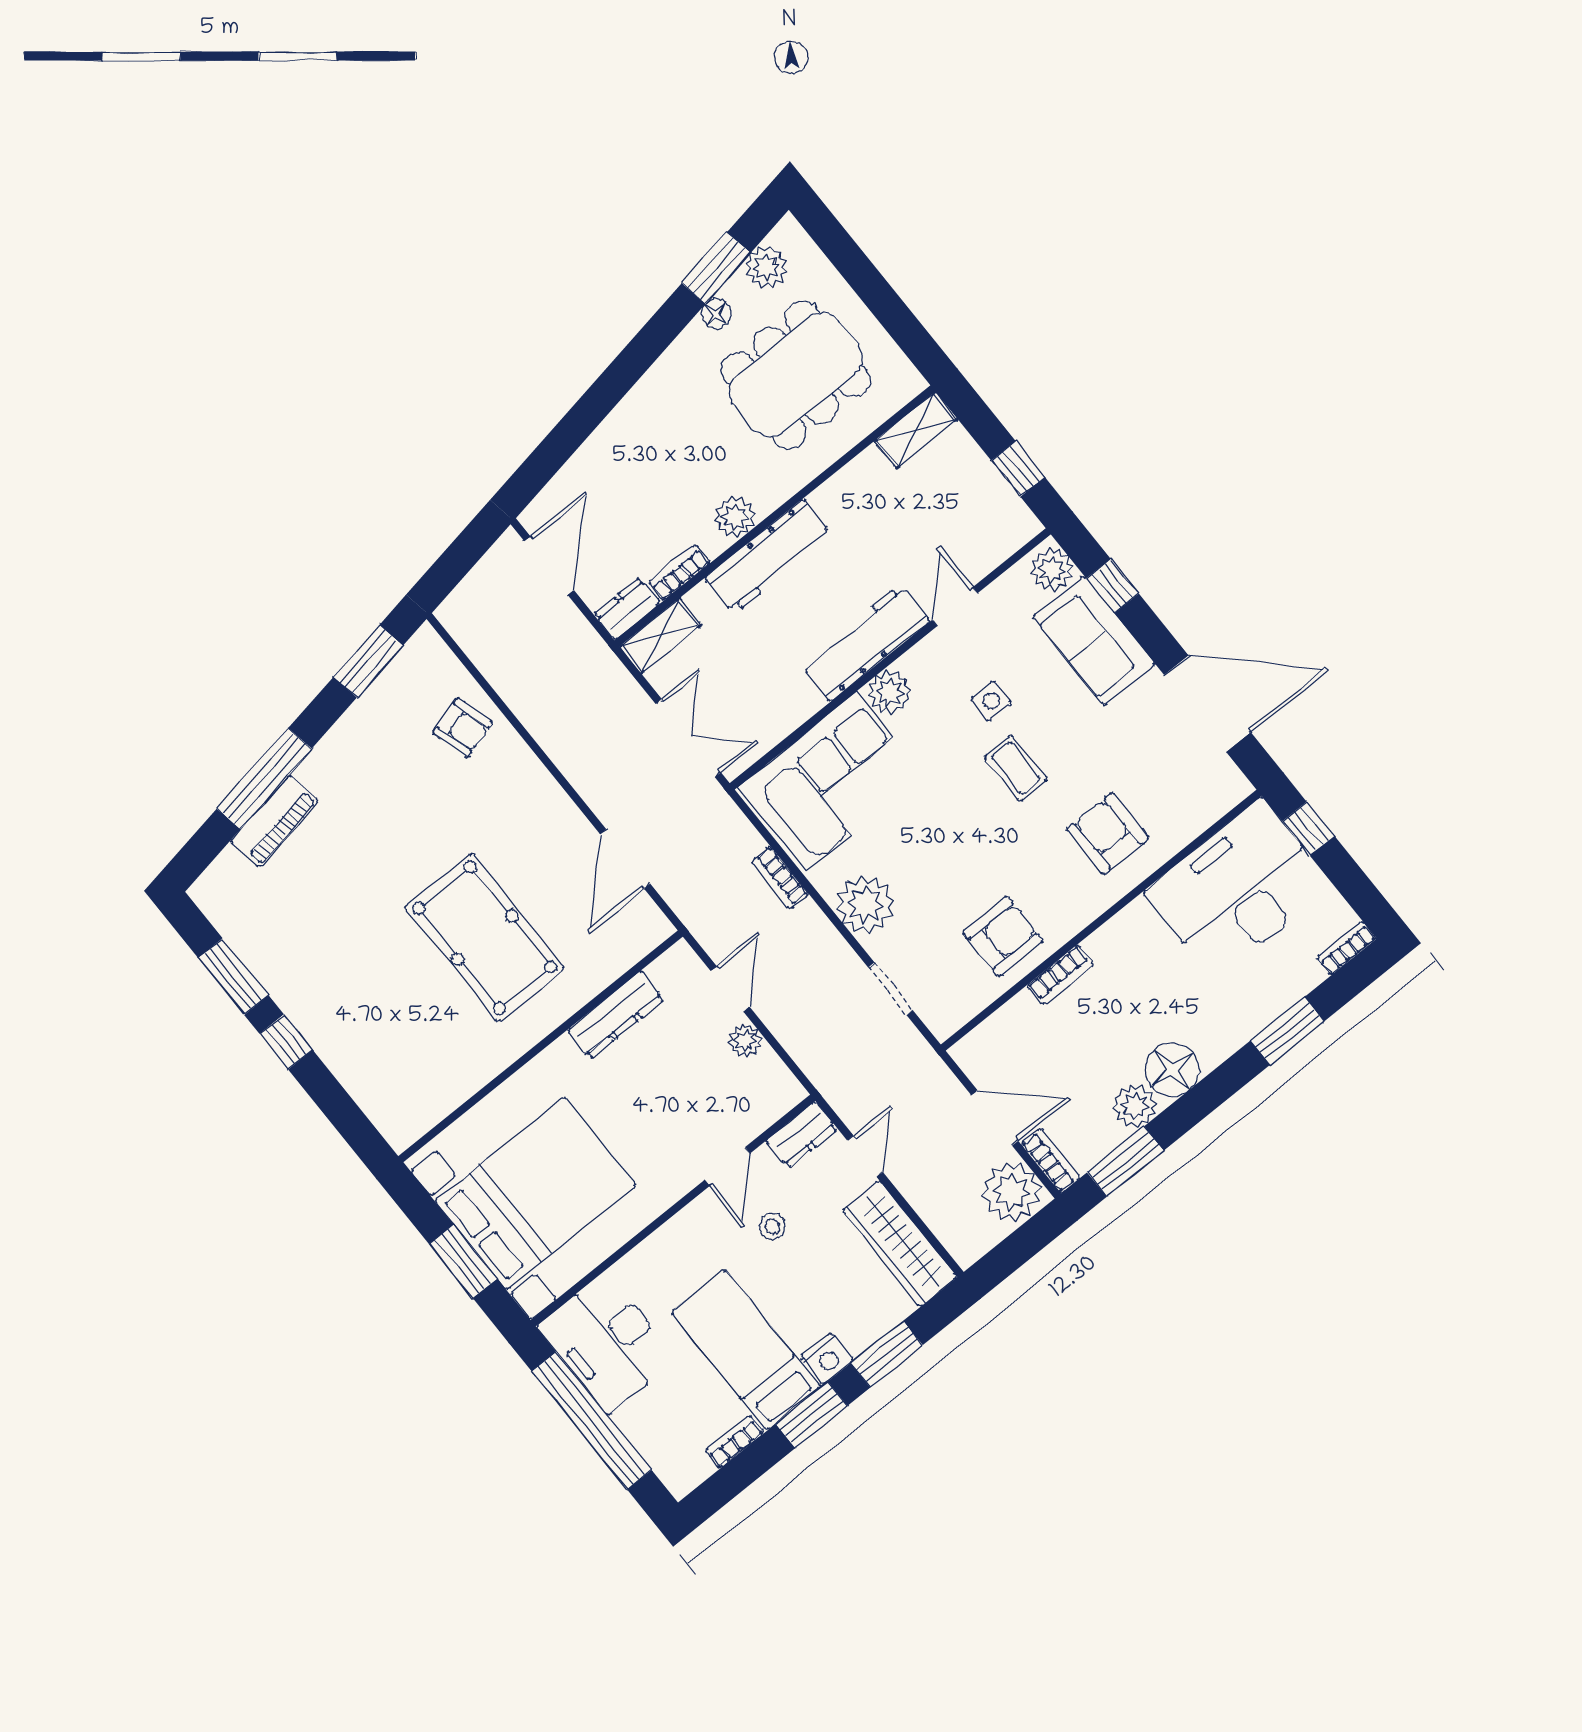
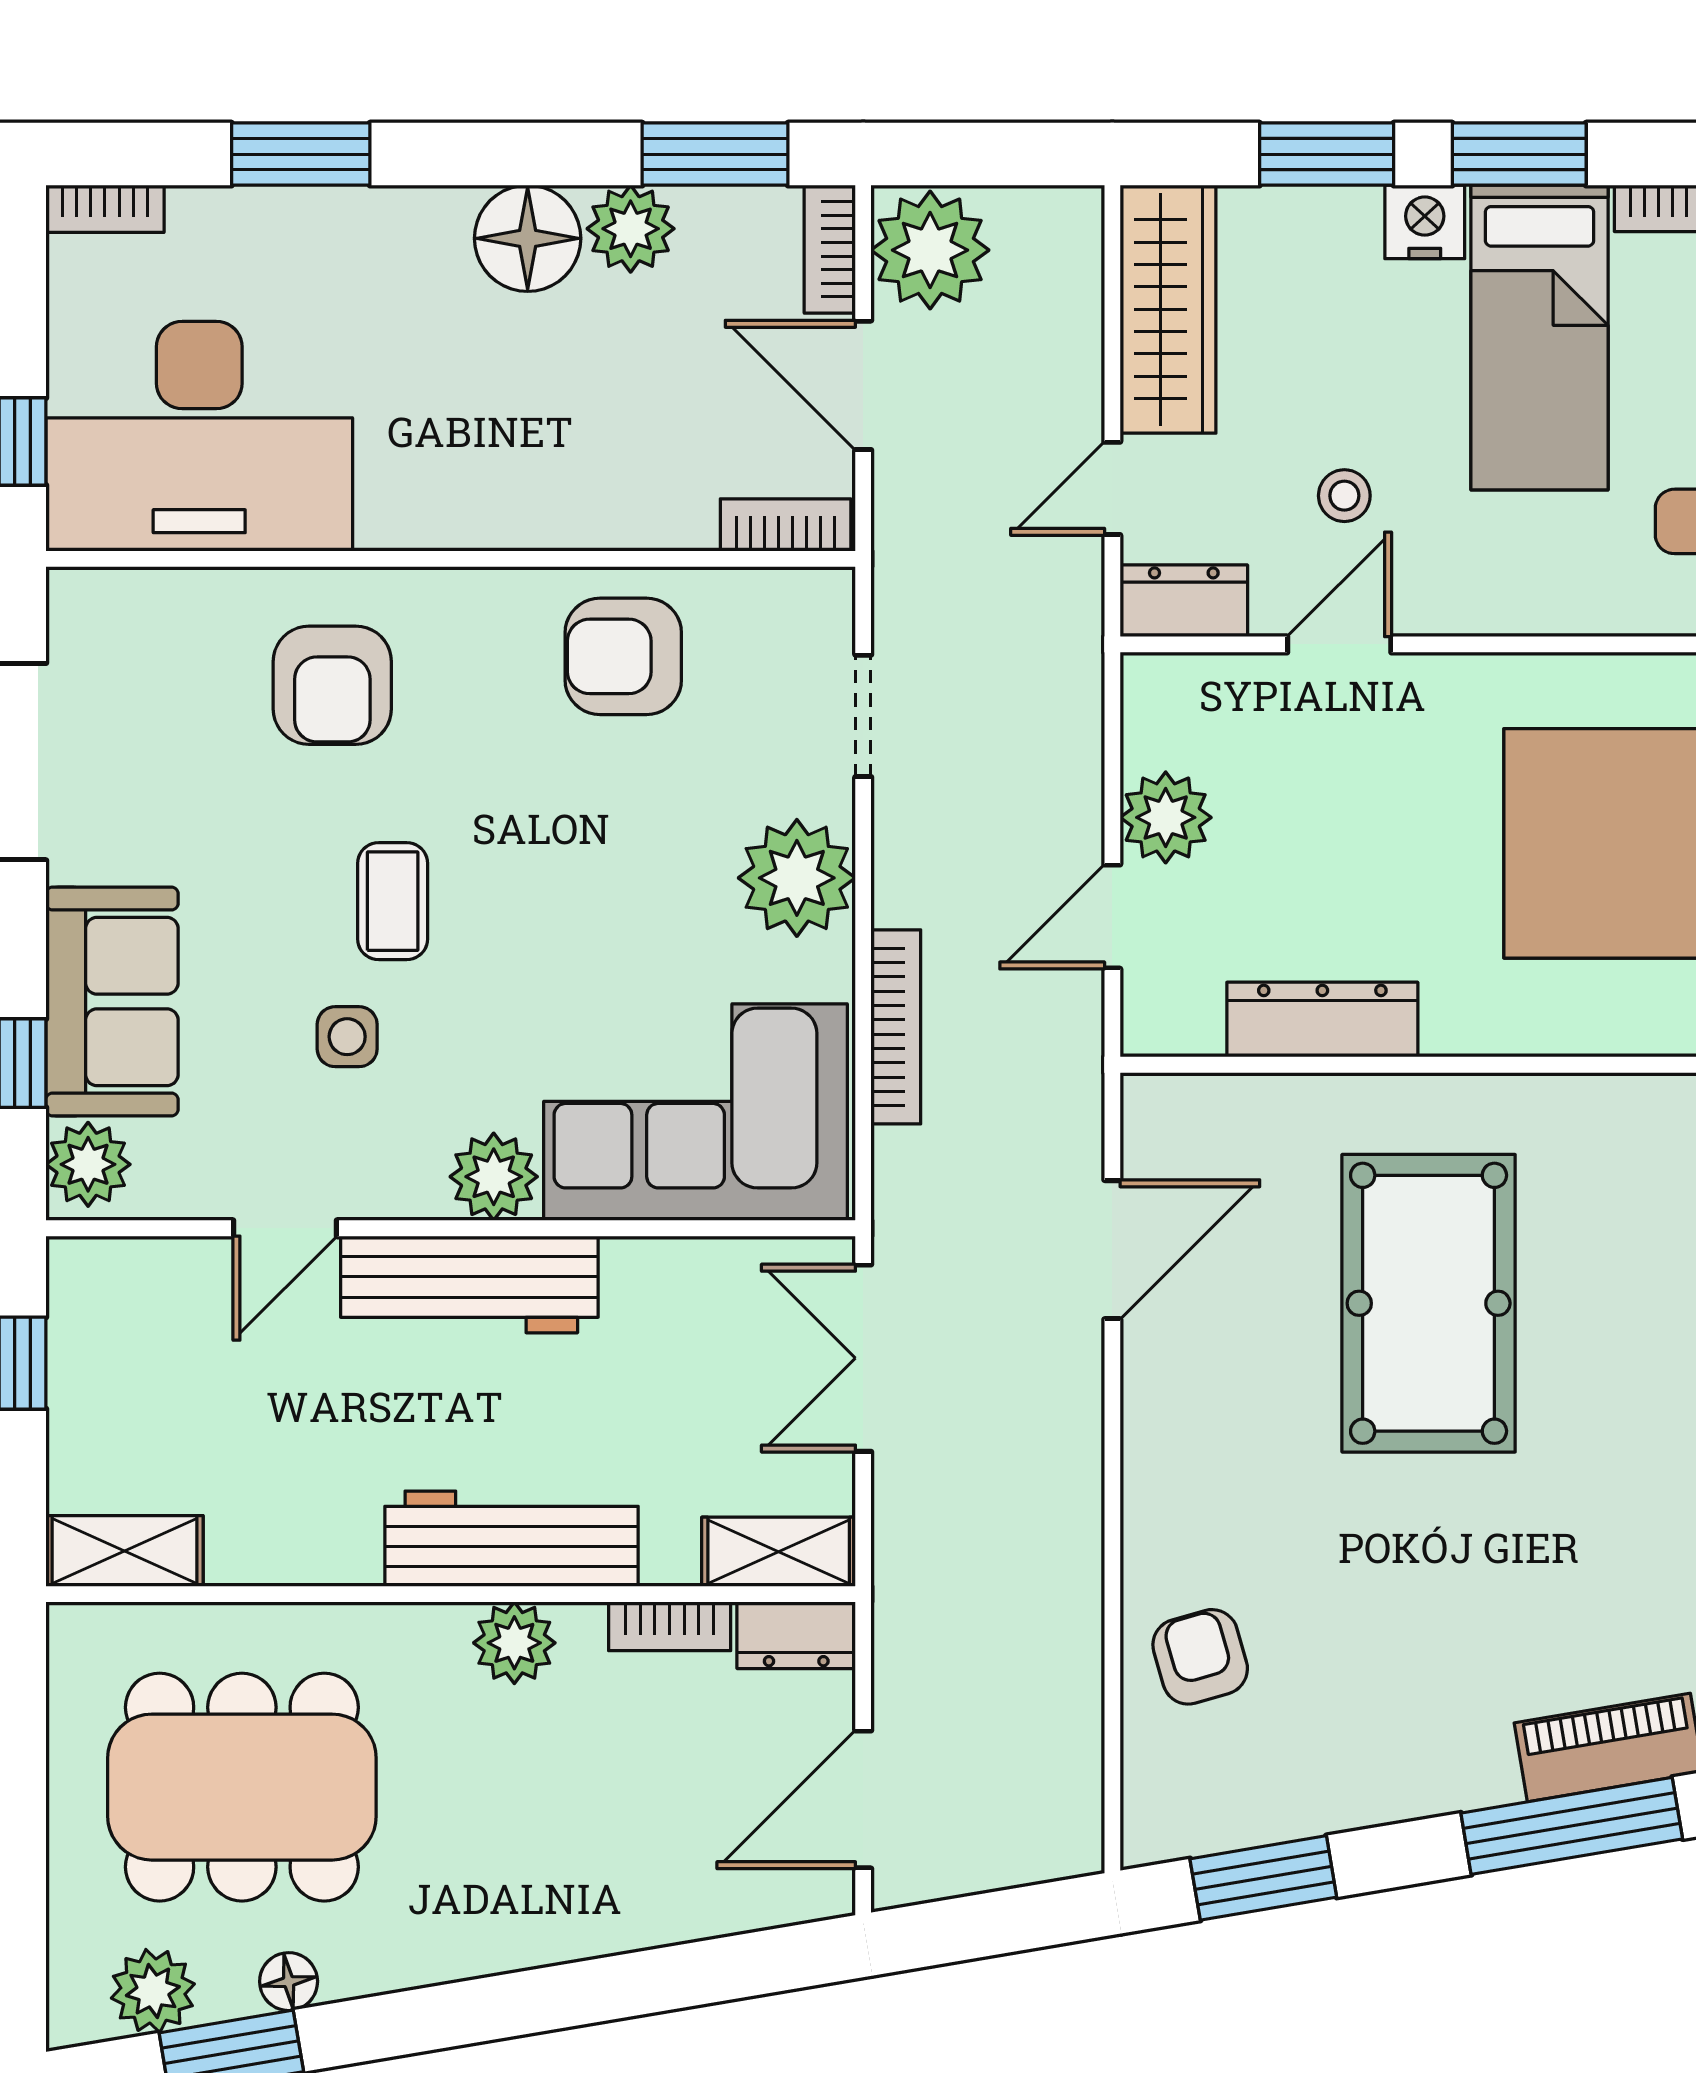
bookcase: (780, 878) -> (896, 1027), width x1.56
bookcase: (1060, 975) -> (786, 525), moved
plant: (745, 1041) -> (1166, 817), width x1.38, depth x1.38

